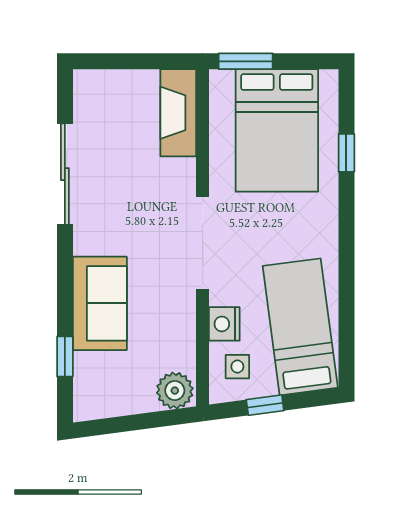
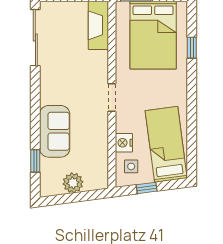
sliding door: (65, 174) -> (35, 38), moved
doorway: (203, 243) -> (112, 98), width x0.53
plant: (175, 391) -> (73, 183), moved

